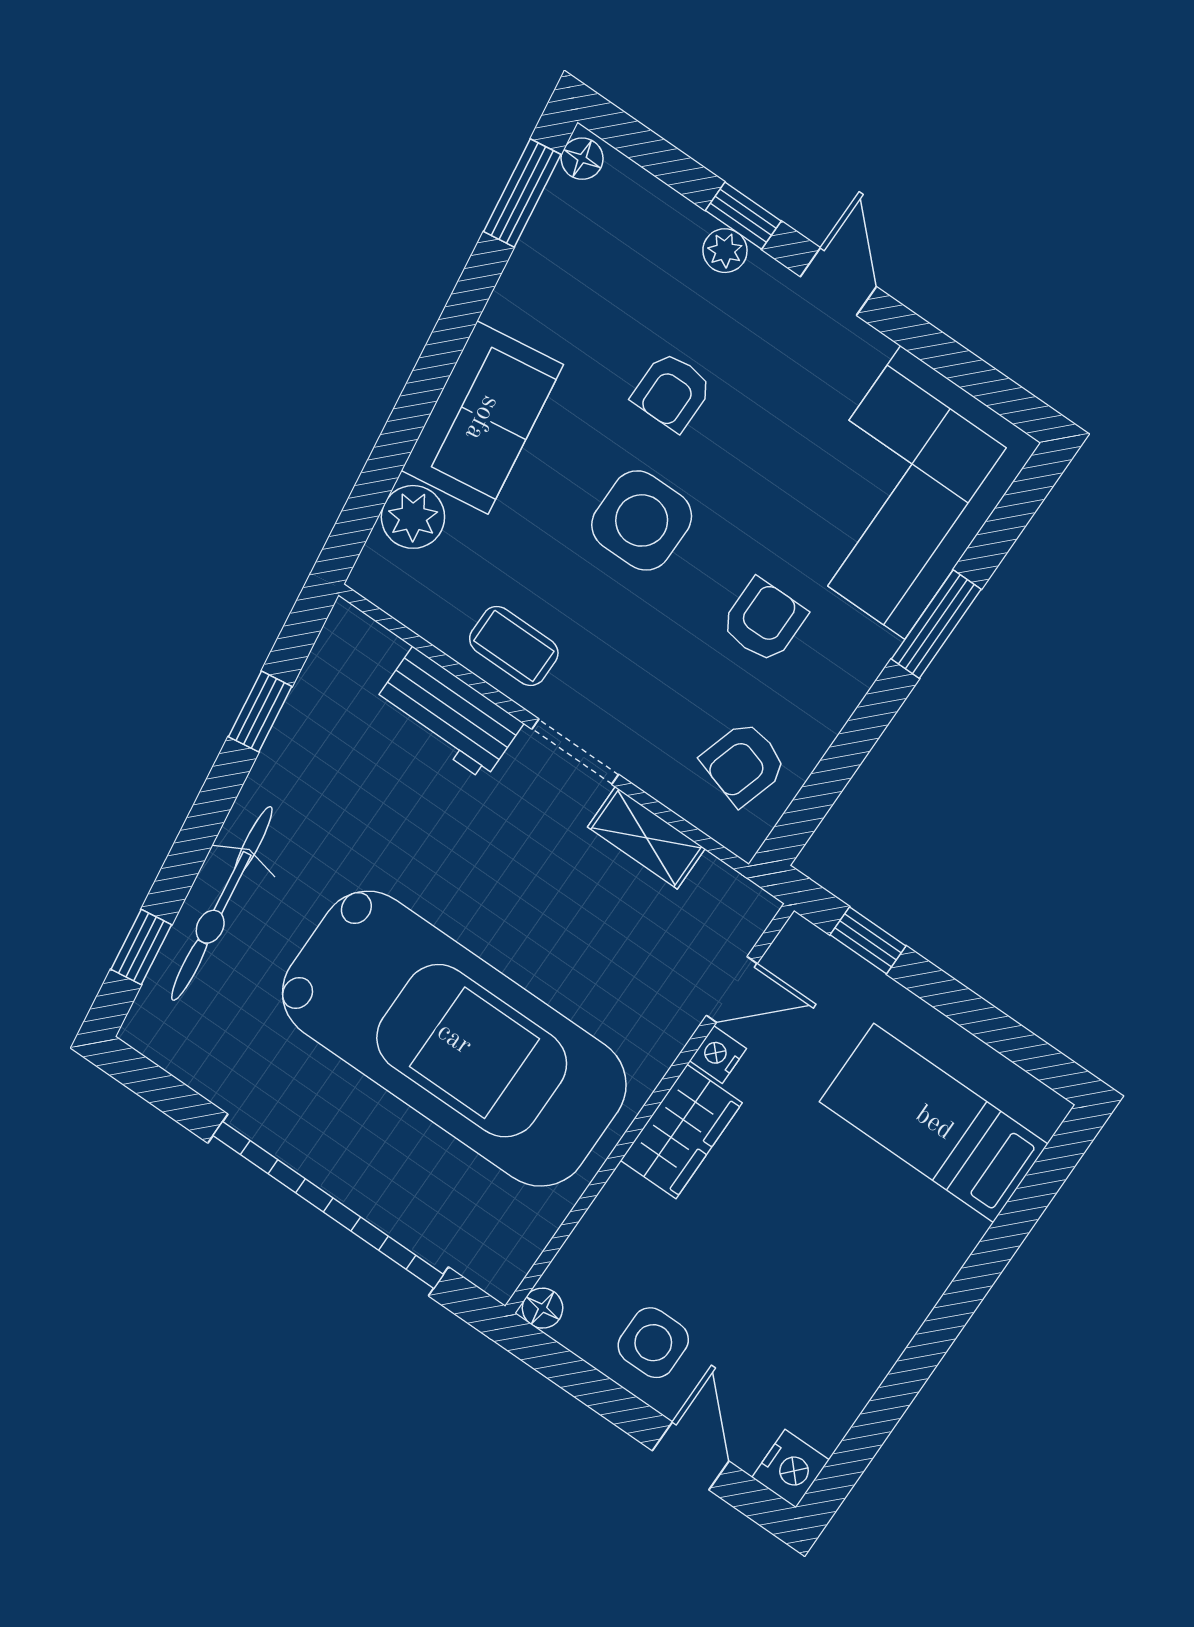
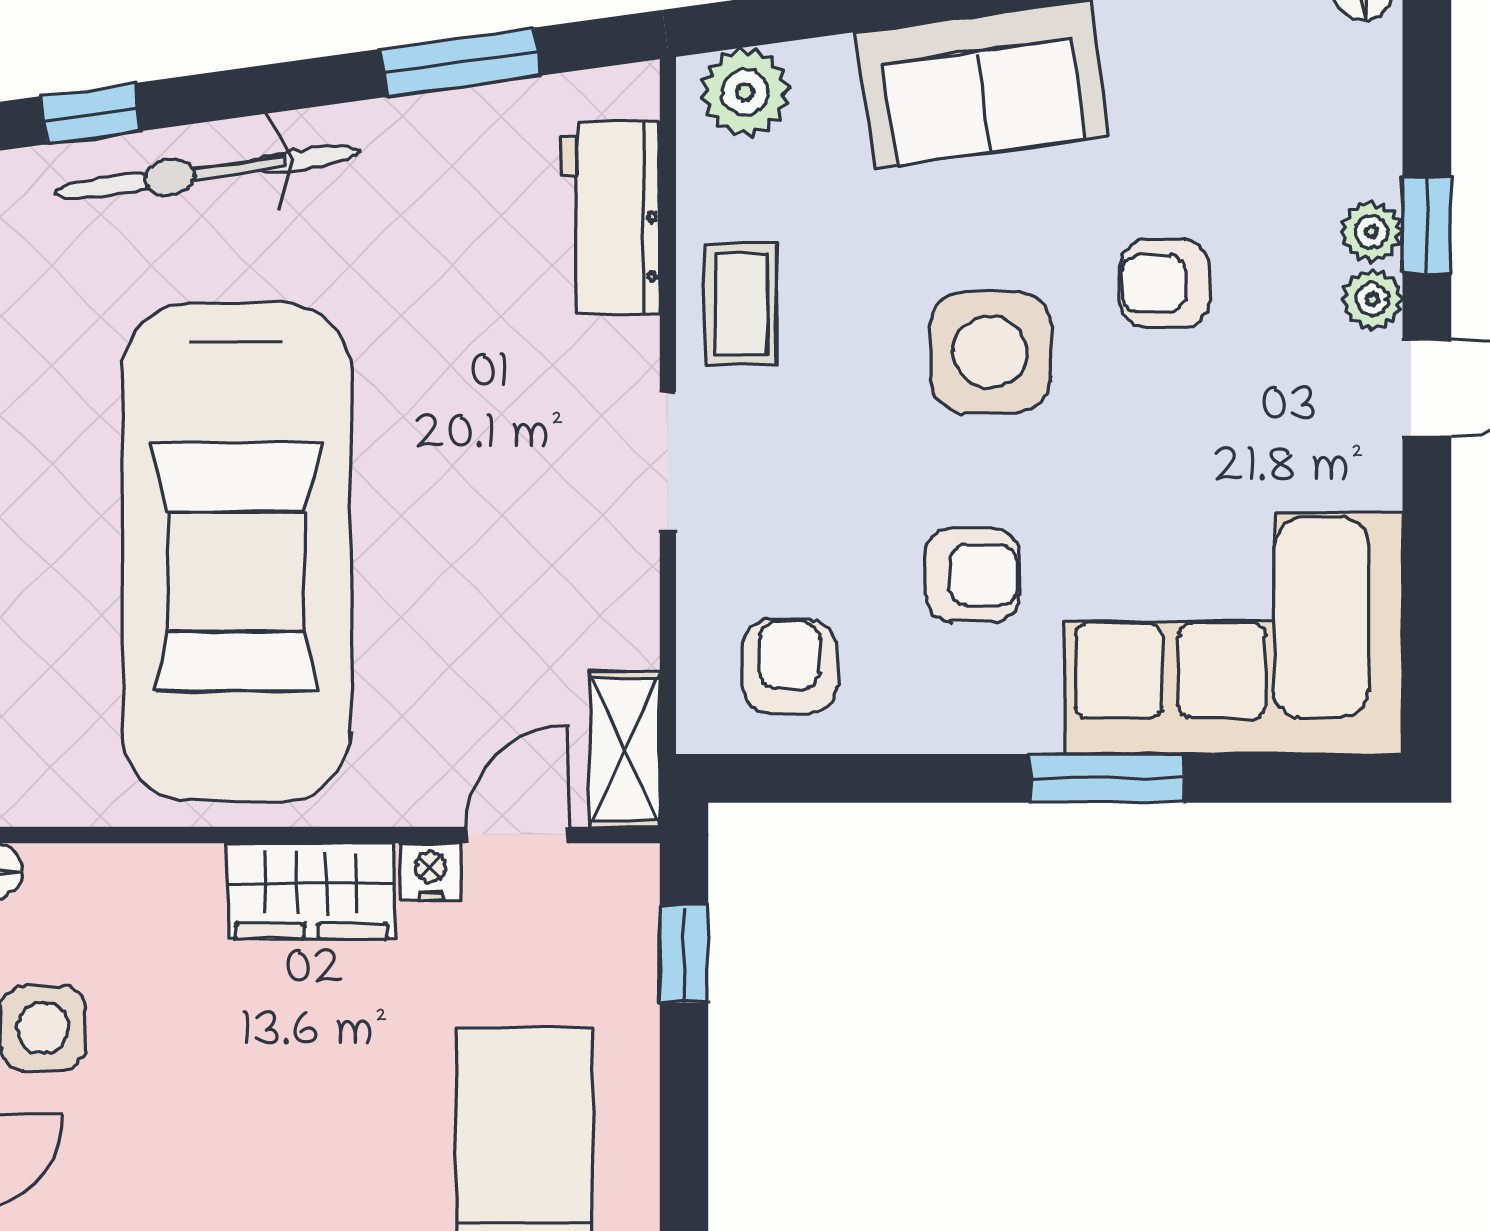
plant: (765, 277) -> (1372, 299), added
plant: (413, 517) -> (745, 92), moved
window: (260, 712) -> (461, 62), width x1.50
workbench: (448, 713) -> (610, 218), moved
armchair: (744, 763) -> (790, 667), turned 73
shelving: (646, 838) -> (625, 749), moved
door: (732, 990) -> (517, 835), swing flipped

